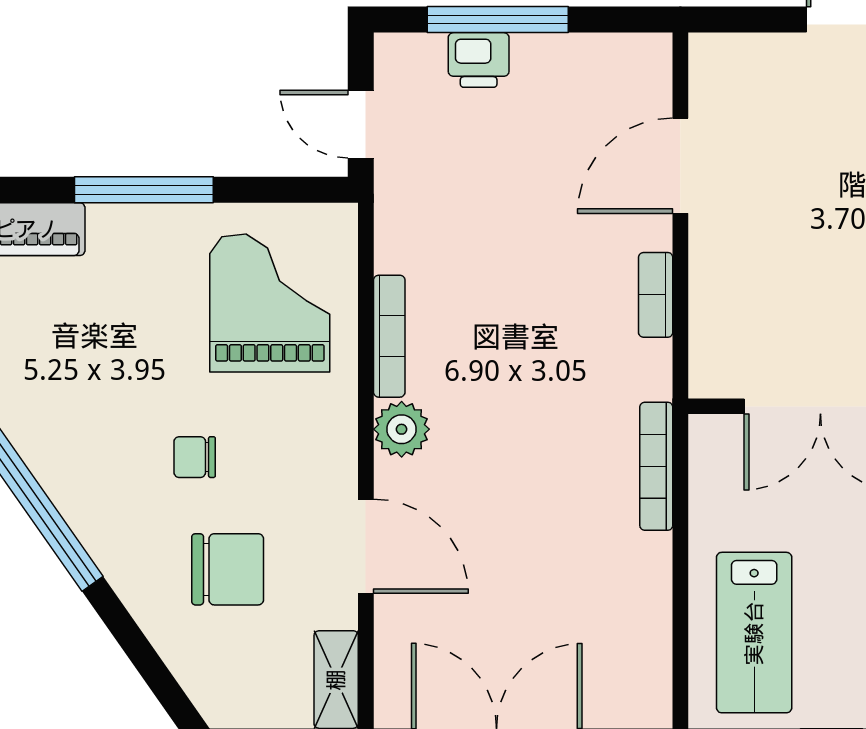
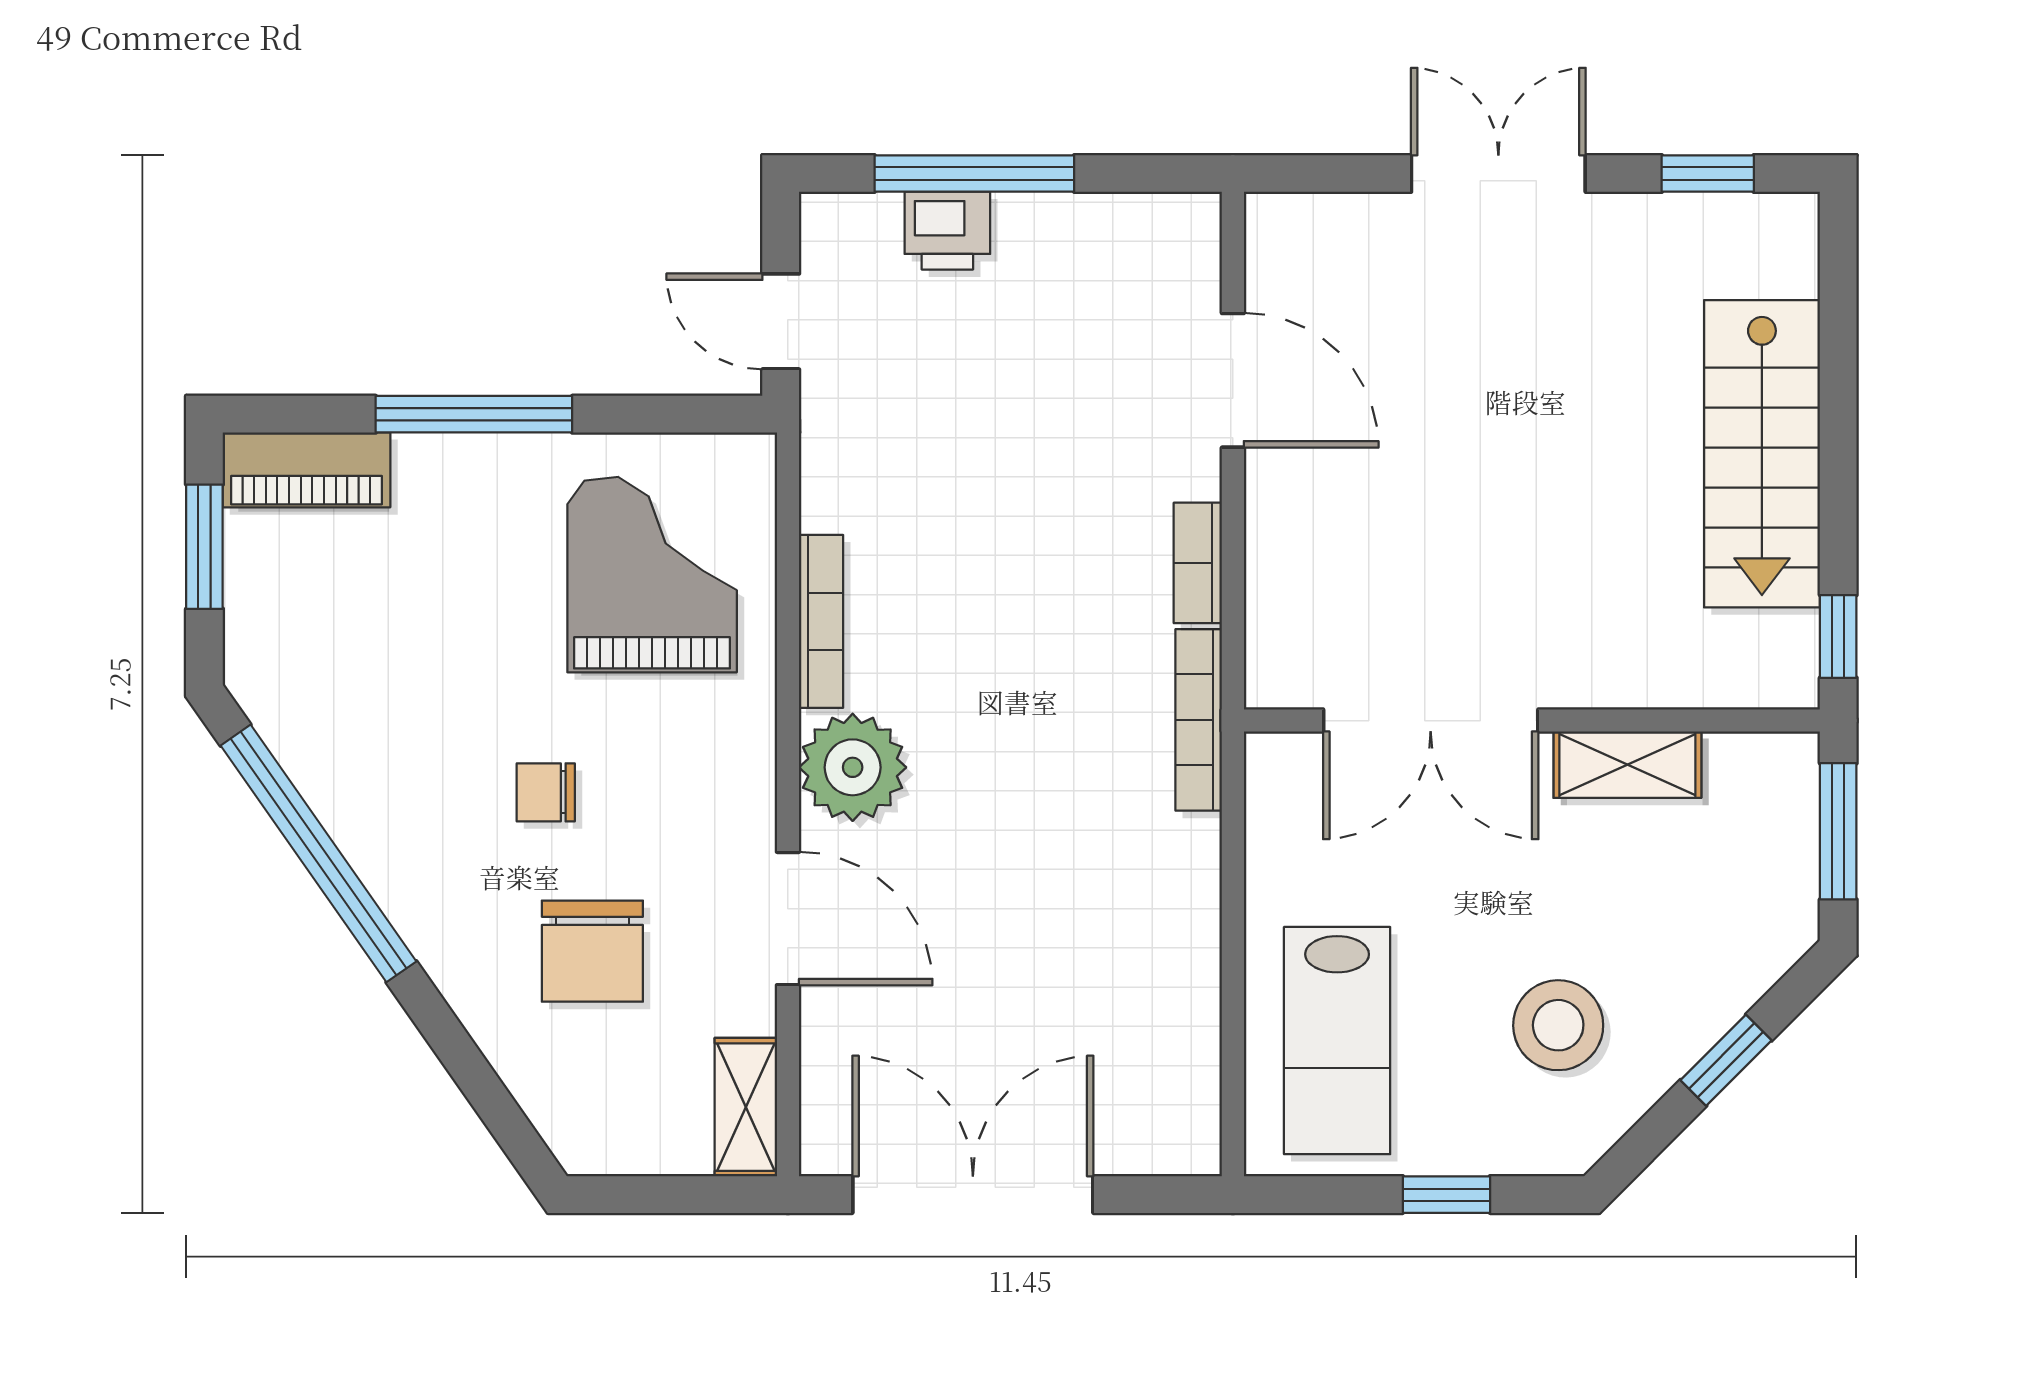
door: (680, 166) -> (1233, 380), swing flipped
plant: (402, 429) -> (853, 767), width x1.36, depth x1.36
bookcase: (656, 466) -> (1199, 720), moved
chair: (228, 569) -> (592, 951), turned 90

